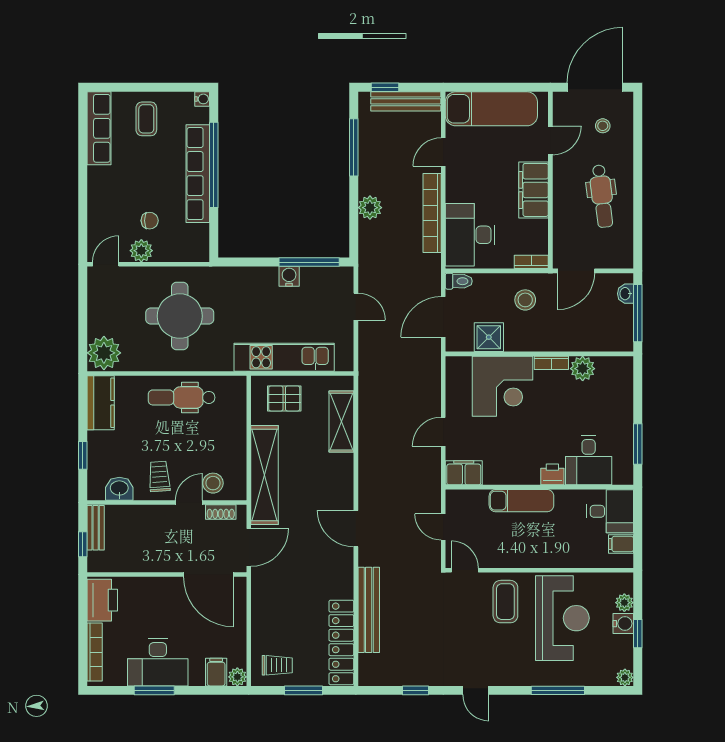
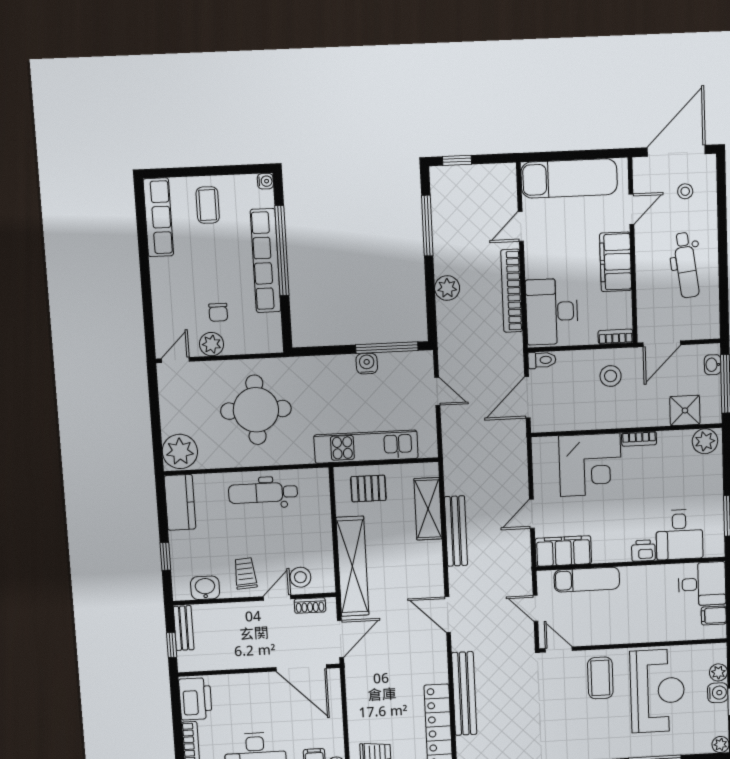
bench: (406, 101) -> (456, 531), moved, turned 90
chair: (150, 221) -> (218, 312), turned 90
shower: (489, 337) -> (685, 410), moved
plant: (583, 369) -> (705, 441), moved
filing cabinet: (464, 473) -> (563, 551), width x1.50, depth x1.17
exam couch: (521, 501) -> (587, 580), moved

